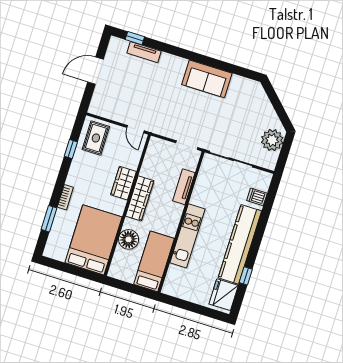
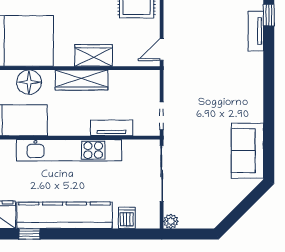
sofa: (207, 79) -> (247, 151), moved
plant: (272, 140) -> (171, 221), moved, width x0.53, depth x0.53
kitchen unit: (187, 236) -> (69, 150), width x1.36

